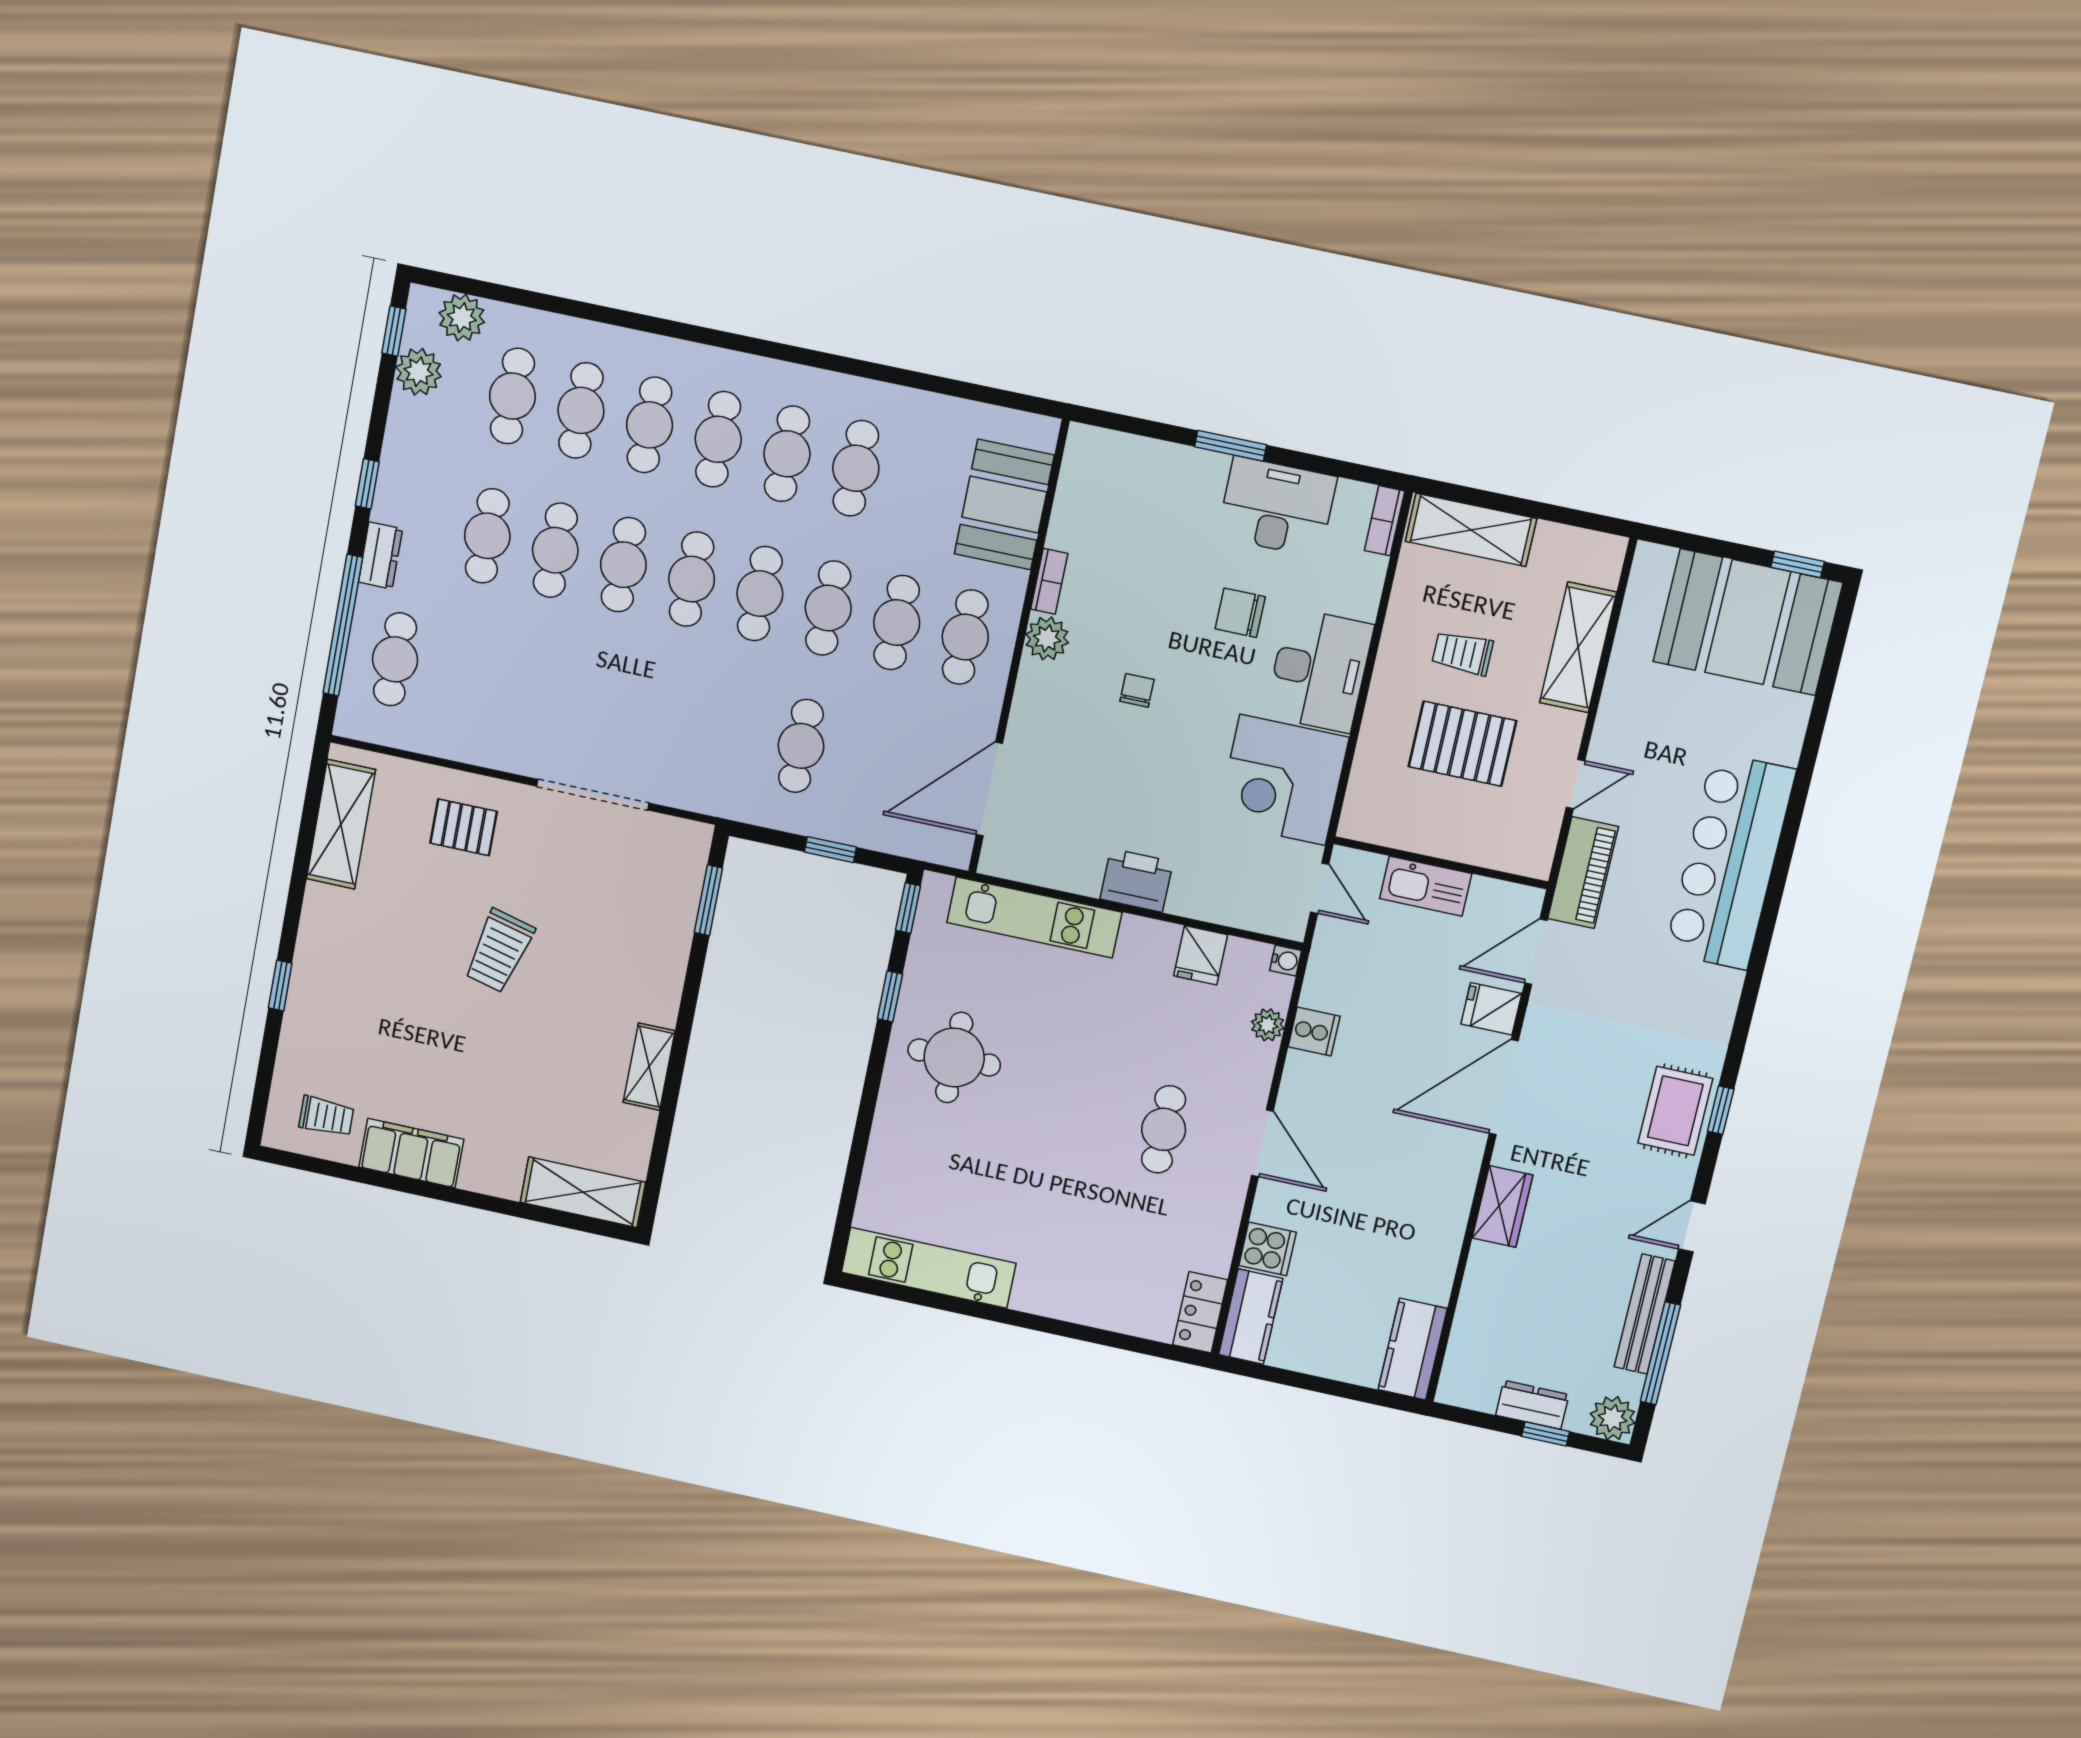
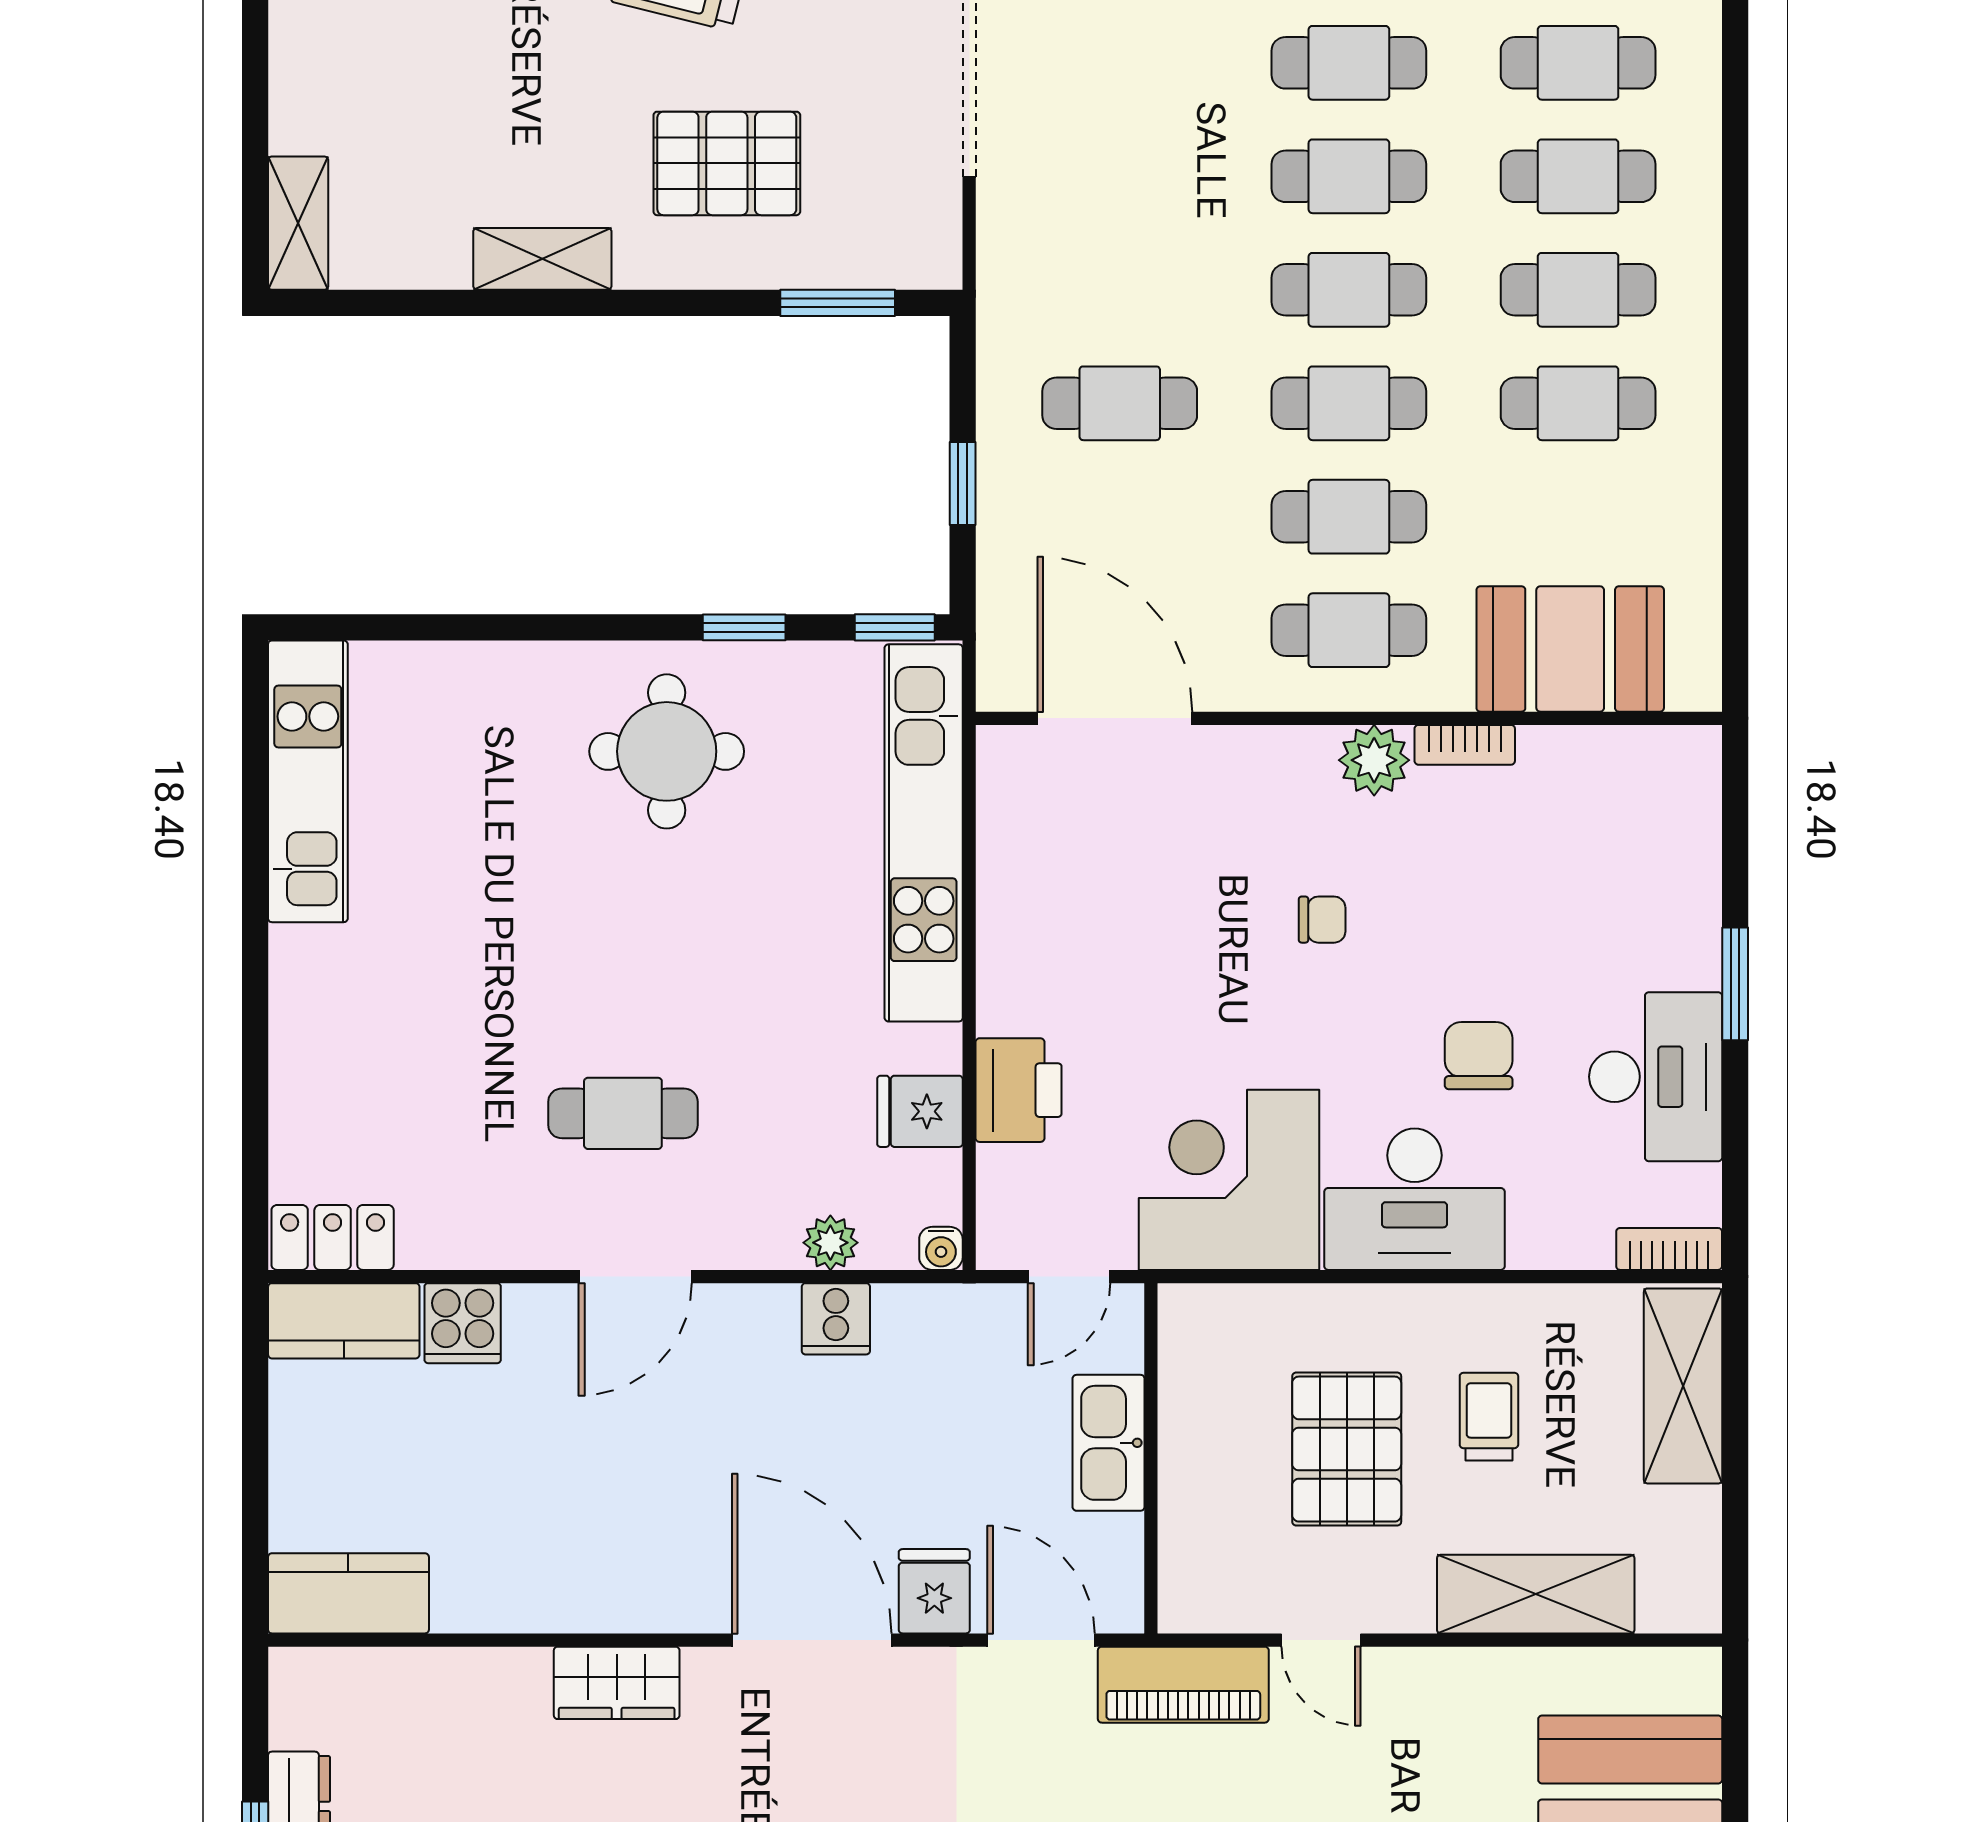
printer: (1137, 880) -> (1019, 1090), moved
kitchen unit: (1034, 917) -> (924, 833), width x1.36
pallet: (613, 947) -> (727, 163), added
shelving: (583, 1192) -> (298, 223), width x0.67, depth x0.75

